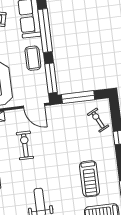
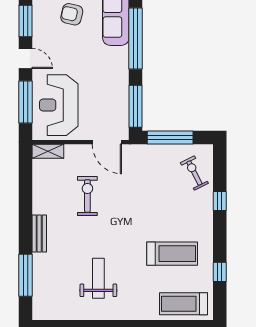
coffee table: (33, 58) -> (114, 75), removed
treadmill: (90, 179) -> (172, 254), turned -90

